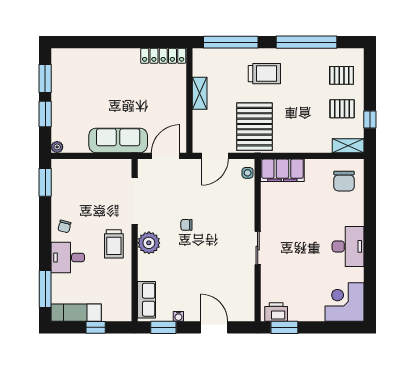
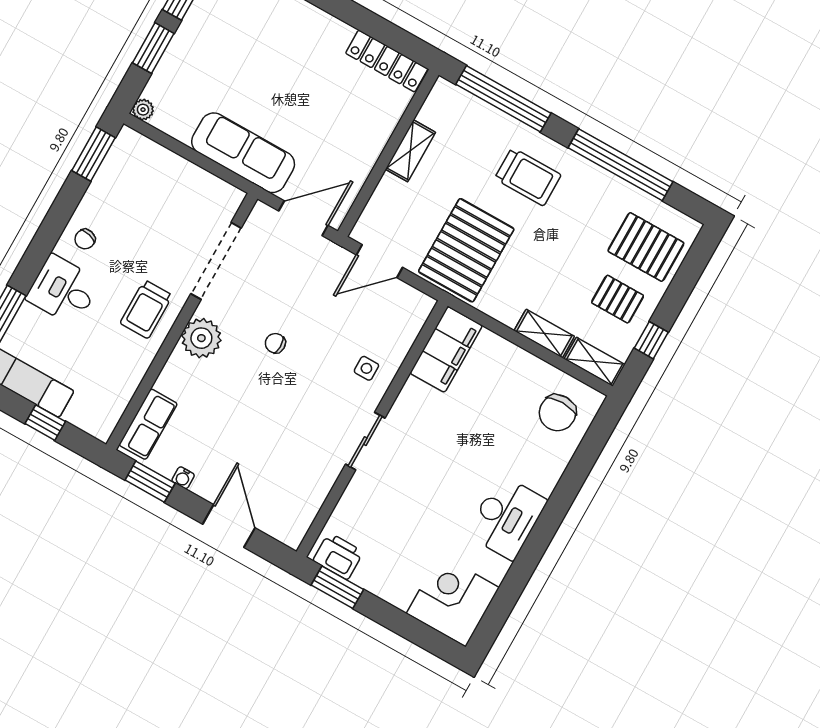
pallet: (342, 75) -> (646, 247), width x1.50, depth x1.42
shelving: (316, 146) -> (544, 333), added
filing cabinet: (282, 170) -> (446, 349), moved, turned -90
side table: (248, 173) -> (366, 368), moved

